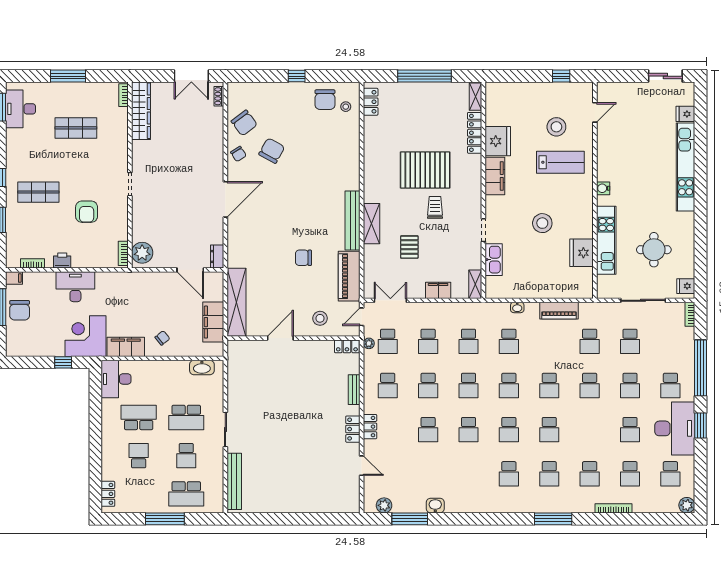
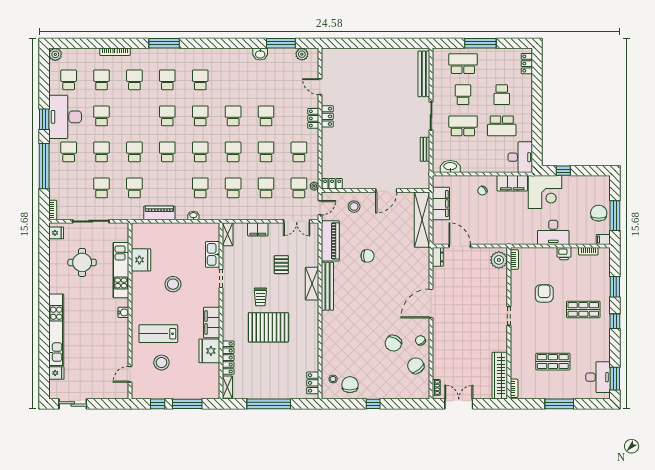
window: (525, 76) -> (187, 404), added
bench: (354, 390) -> (425, 149), moved

